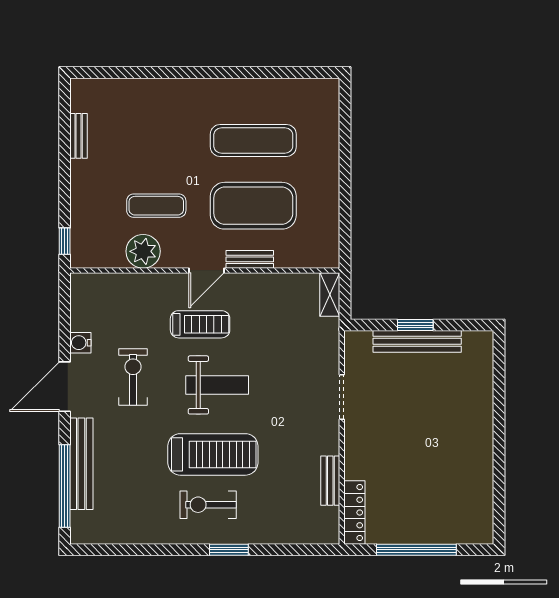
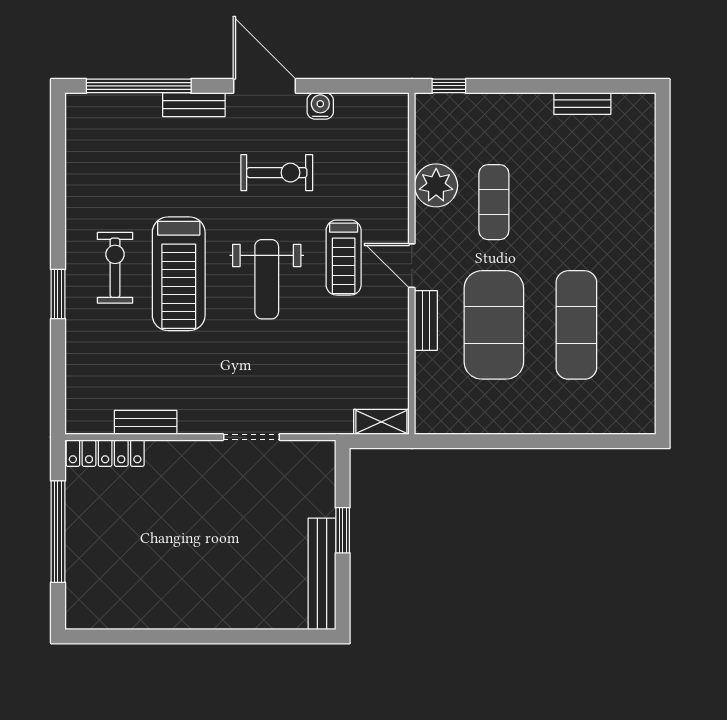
bench: (417, 341) -> (322, 574), moved
bench: (81, 464) -> (194, 105), width x0.54, depth x0.82

